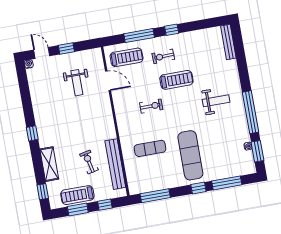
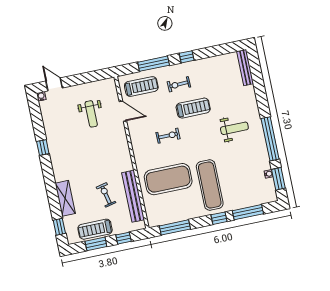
window: (66, 48) -> (79, 79), removed
window: (32, 133) -> (43, 148), moved
exercise mat: (150, 148) -> (168, 179), width x2.00, depth x1.45

